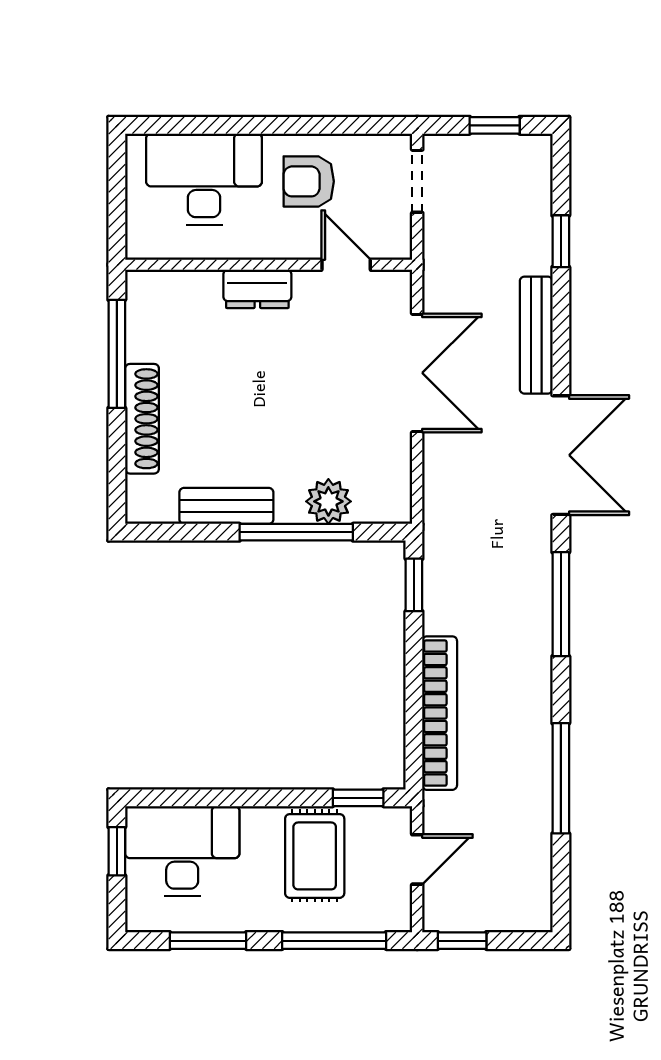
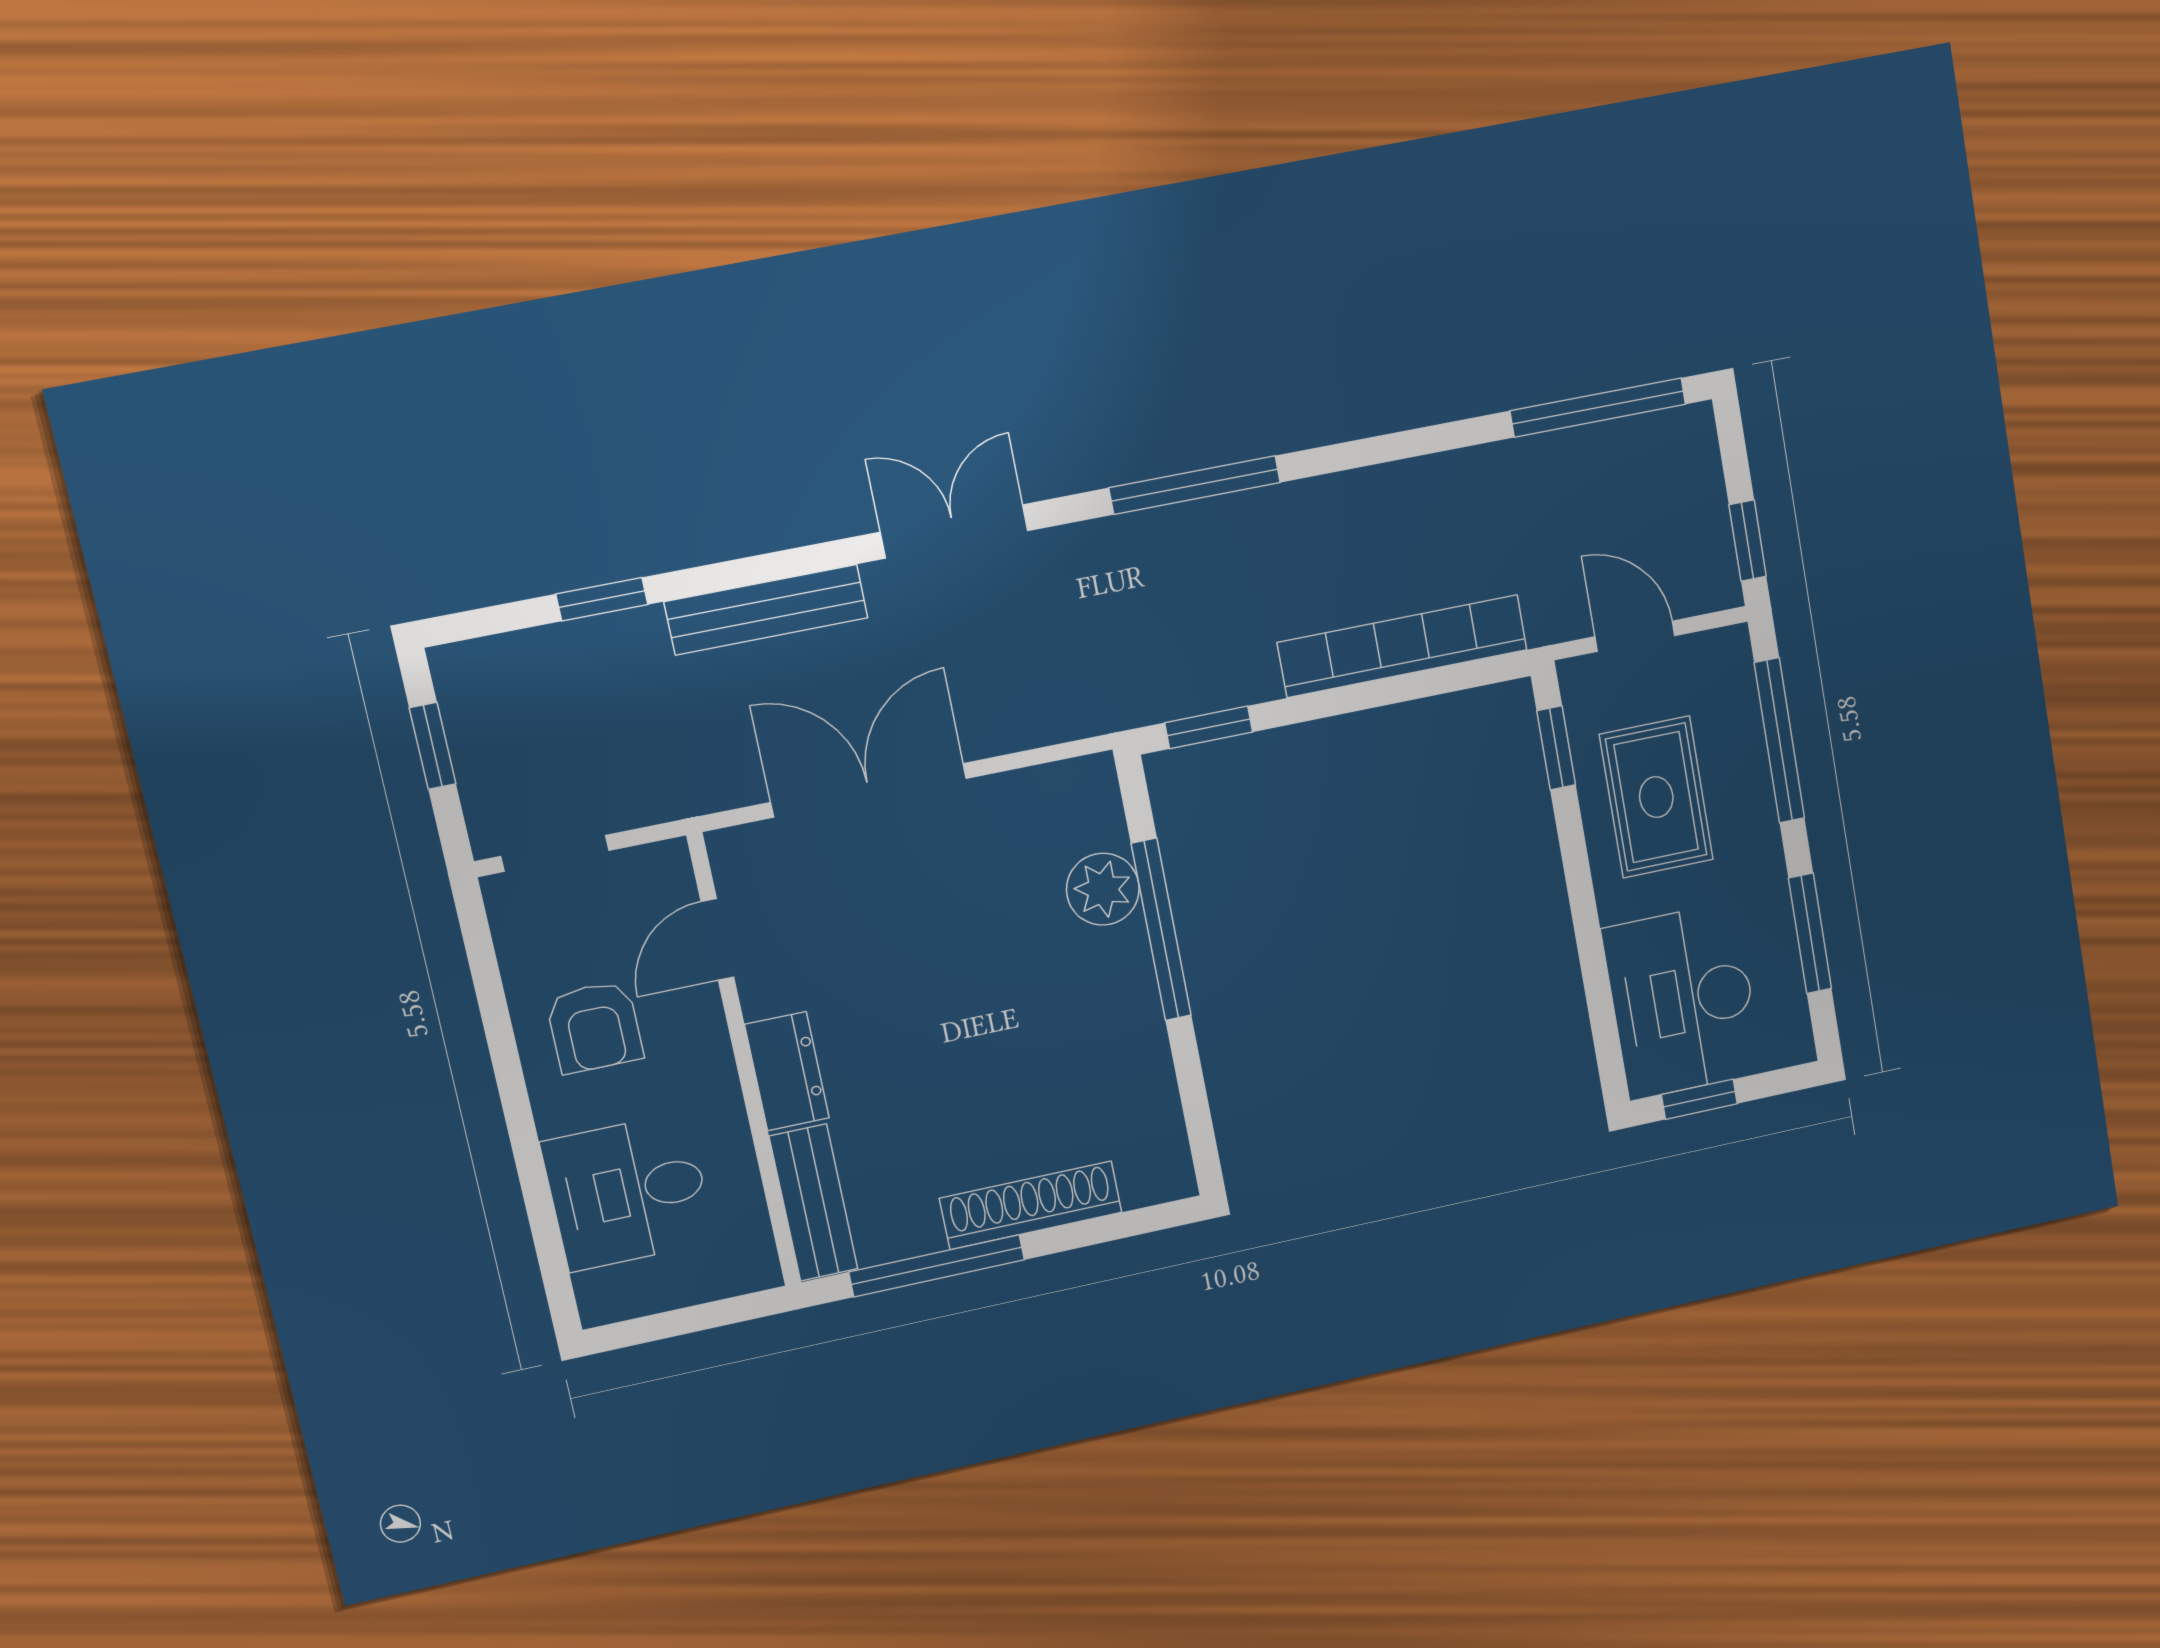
desk: (204, 179) -> (628, 1192), width x0.73
double door: (561, 455) -> (954, 531), width x0.73
bench: (226, 506) -> (813, 1203), moved
window: (561, 778) -> (1598, 407), moved
rug: (315, 856) -> (1656, 797), turned 90

